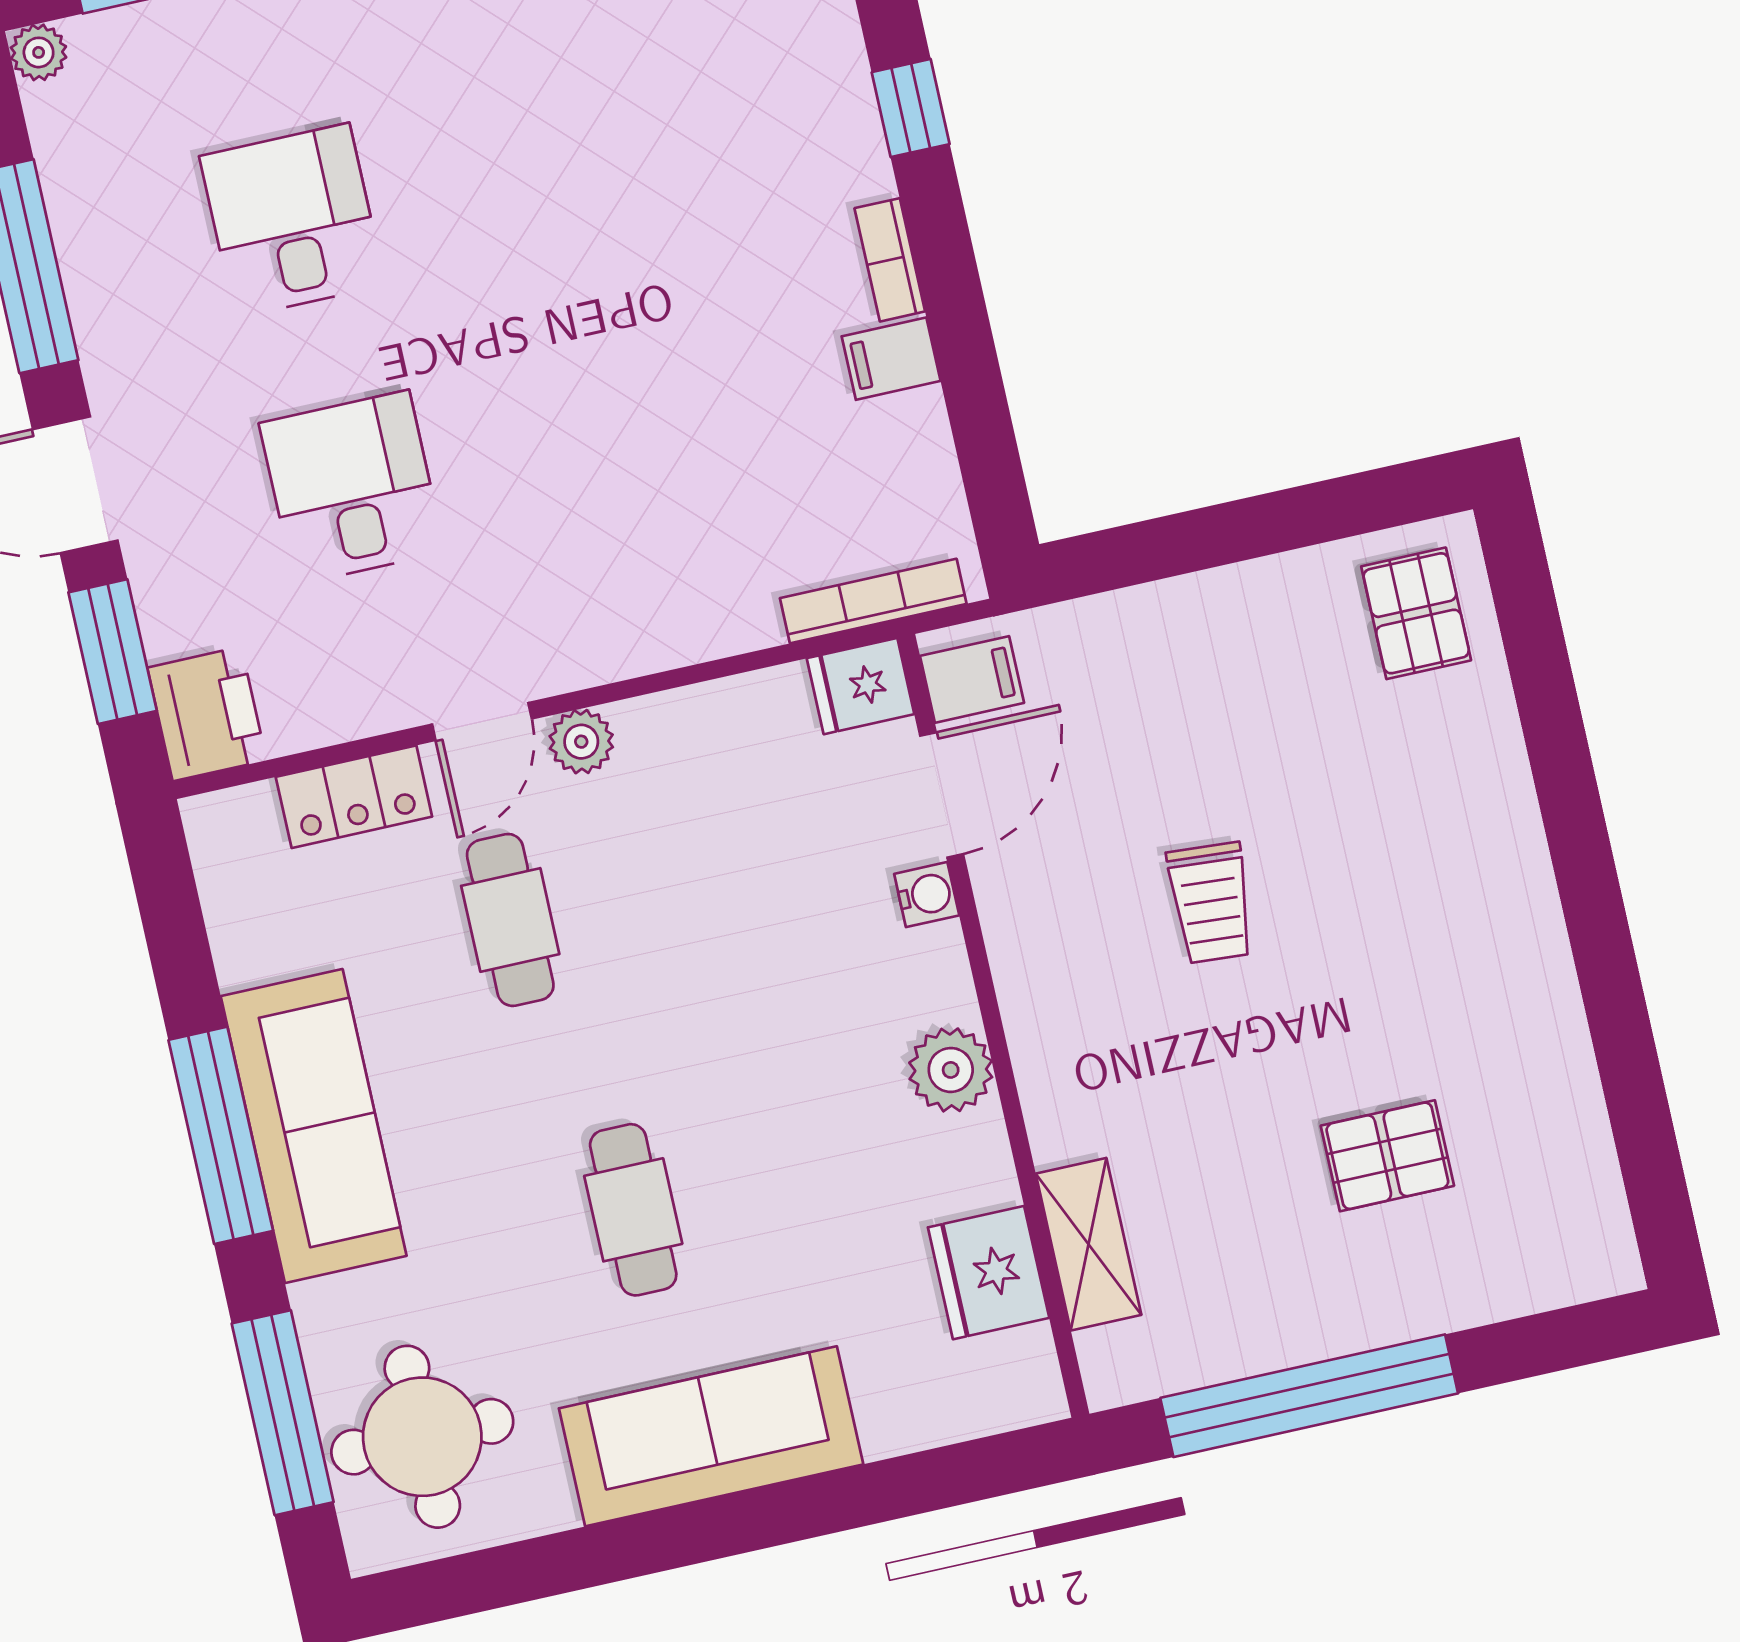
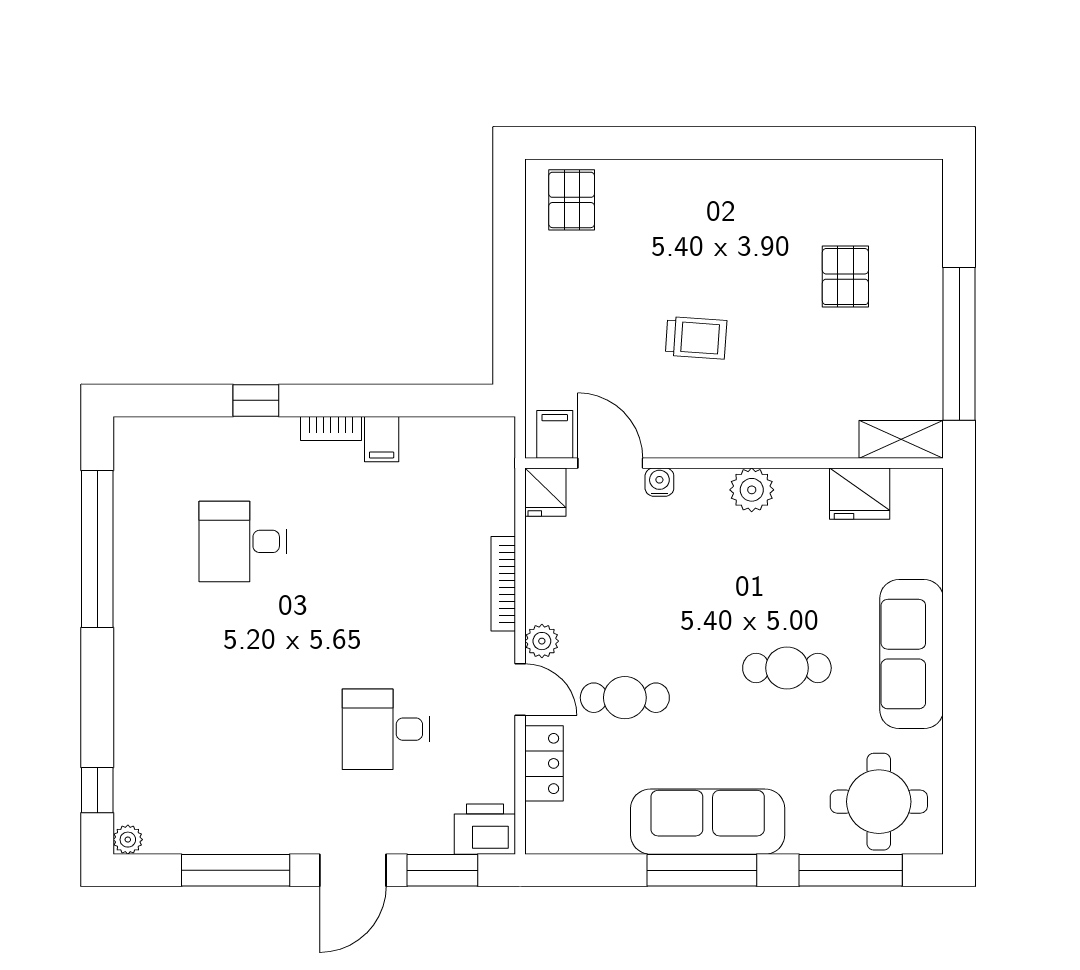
desk: (292, 221) -> (243, 541), moved
bookcase: (873, 601) -> (503, 584), moved
pallet: (1416, 613) -> (572, 200), turned 90
shelving: (1089, 1244) -> (901, 439), moved

